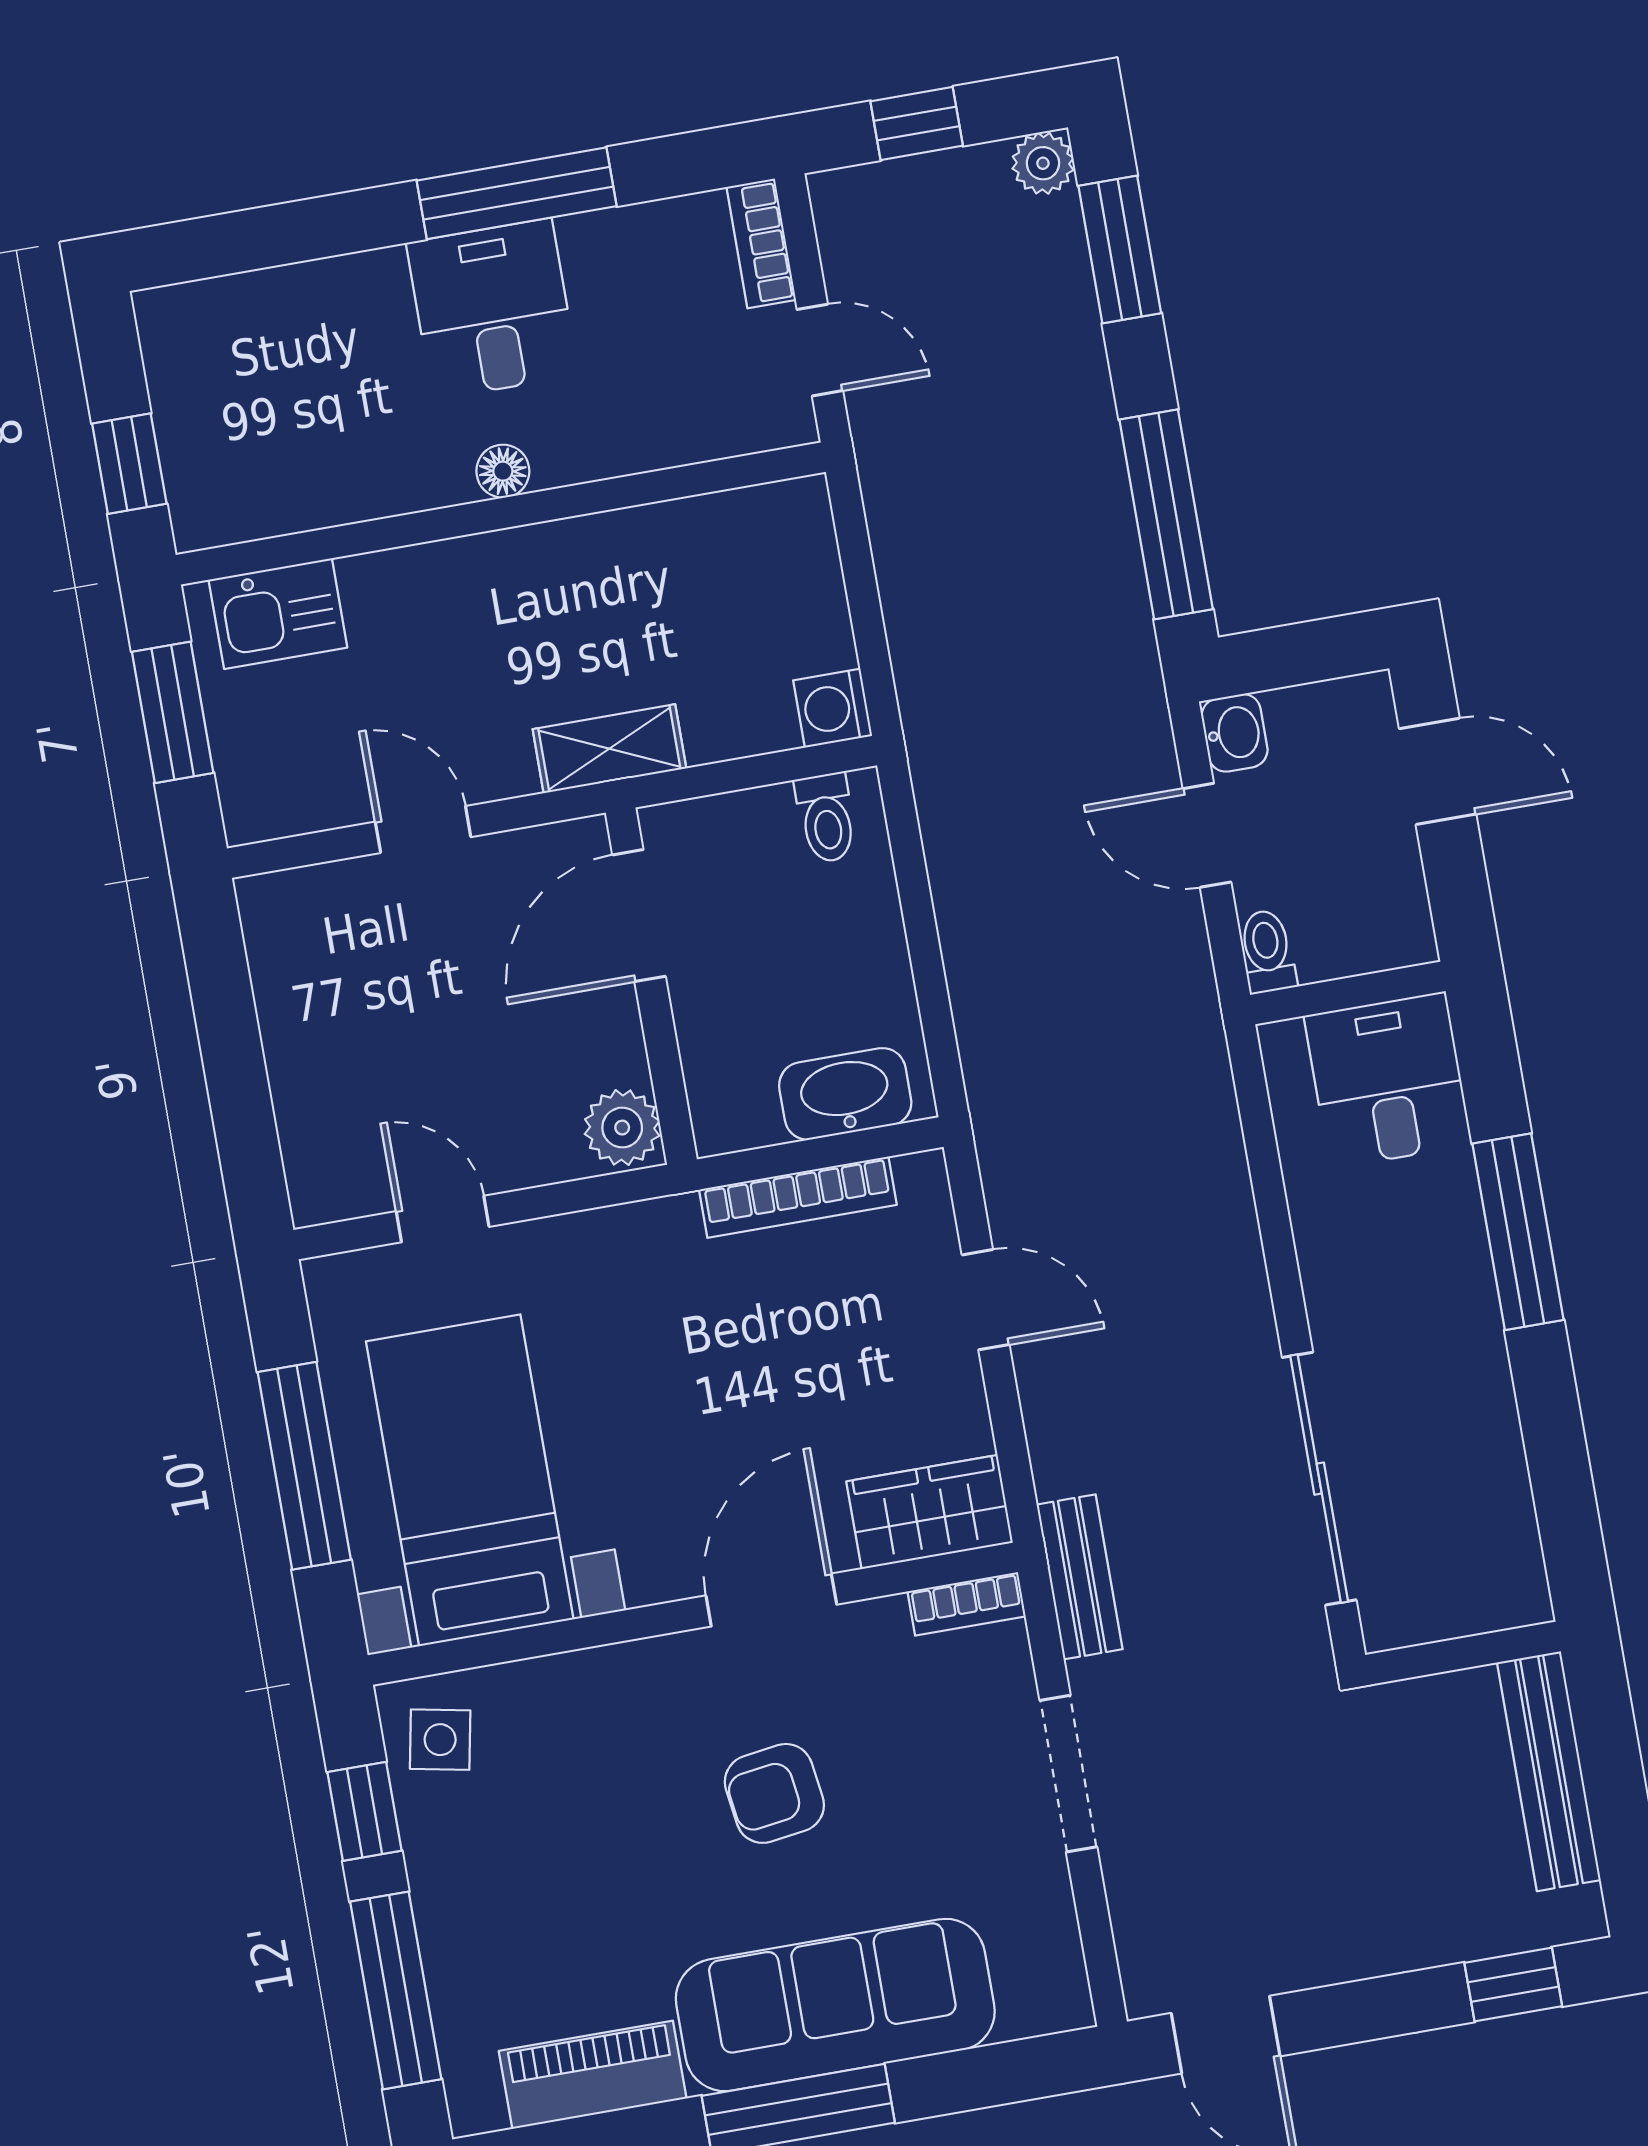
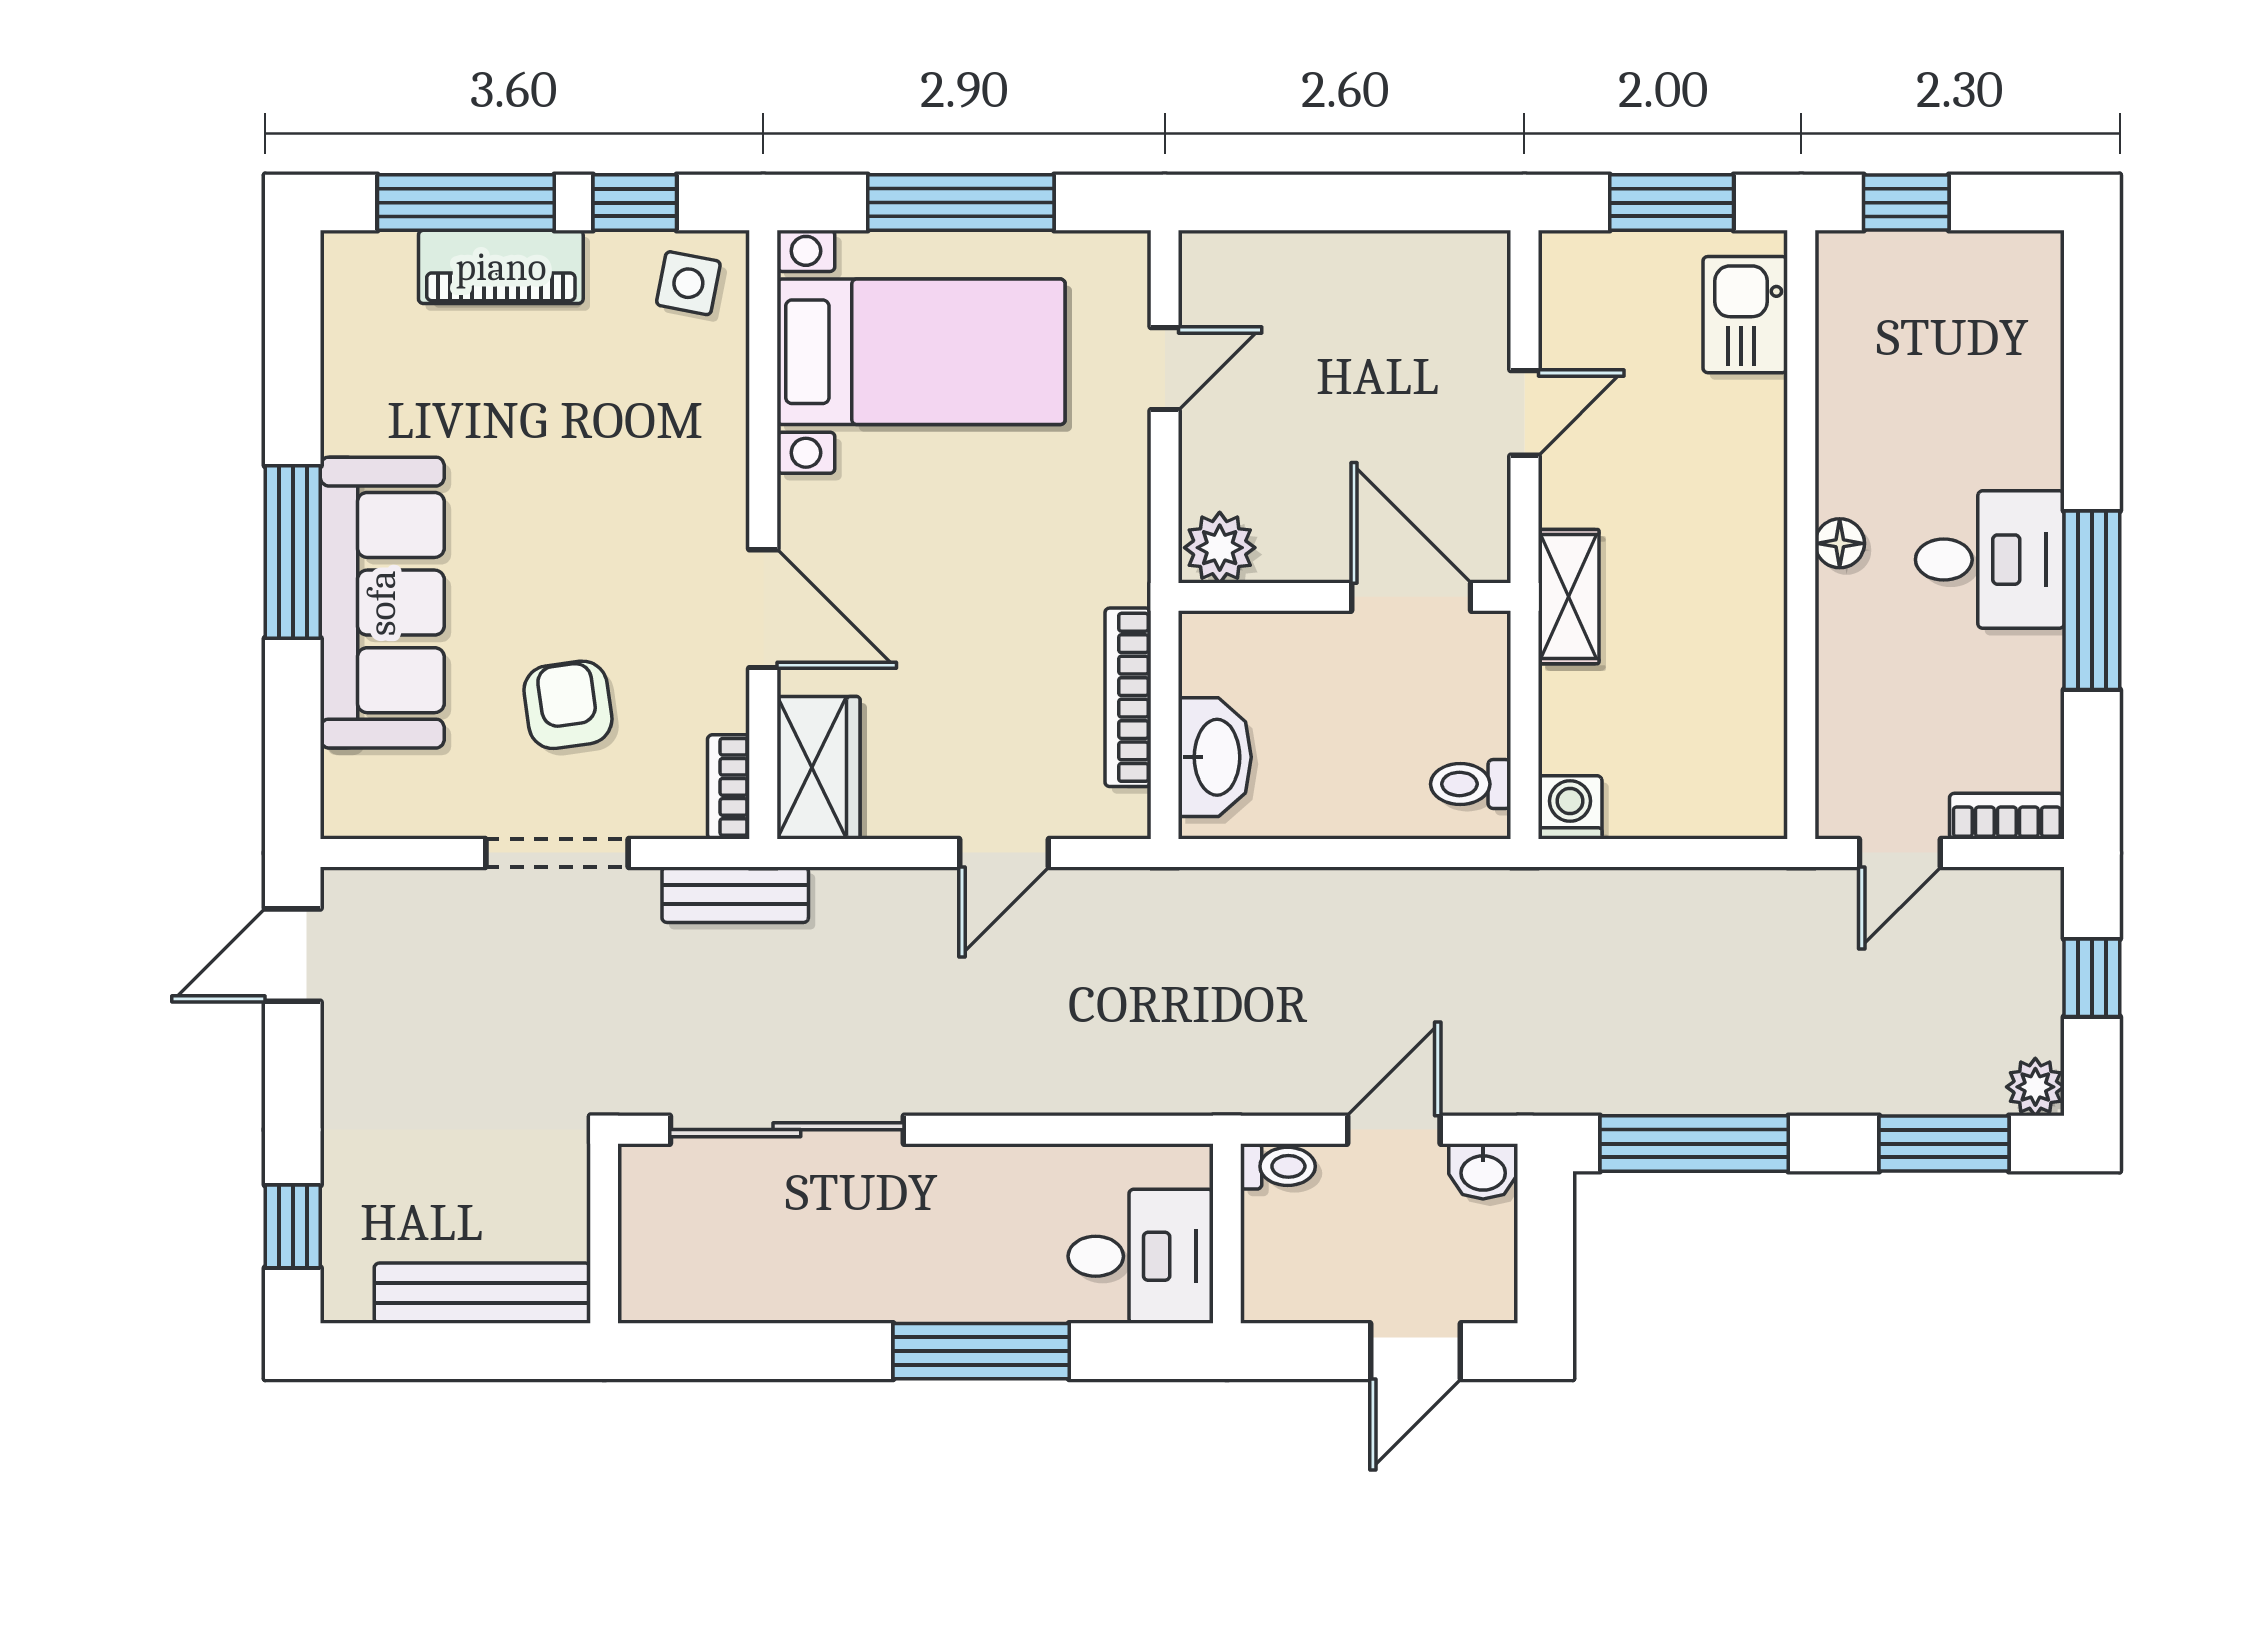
armchair: (774, 1793) -> (568, 705), moved
piano: (593, 2075) -> (501, 267), moved, turned 90

